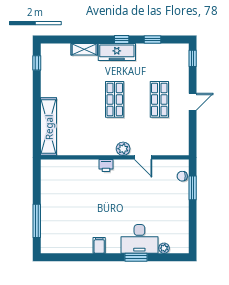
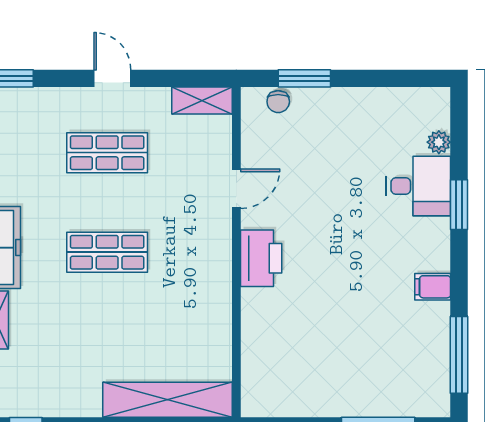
shelving: (183, 142) -> (202, 101), added
plant: (123, 149) -> (217, 234), removed
printer: (106, 166) -> (261, 258), width x1.87, depth x1.48
desk: (139, 239) -> (418, 186), width x0.73
window: (69, 257) -> (459, 355), added

